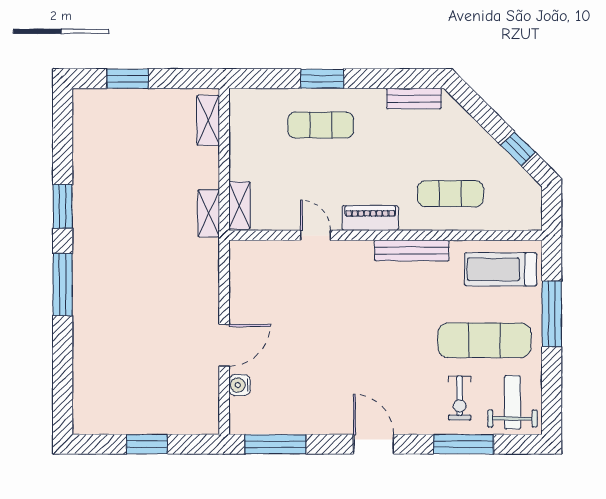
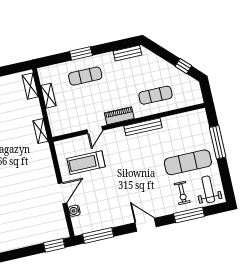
shelving: (240, 205) -> (48, 96), moved
door: (316, 235) -> (95, 130), swing flipped
treadmill: (501, 269) -> (86, 163), moved
window: (147, 444) -> (54, 245), moved

